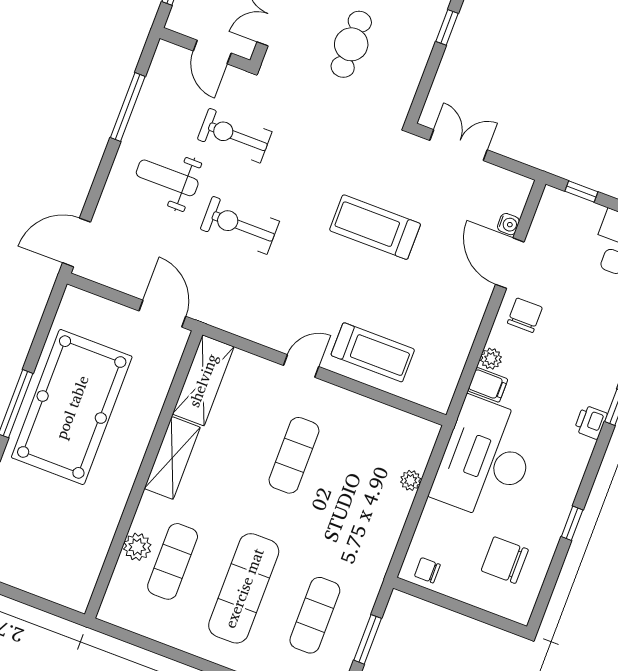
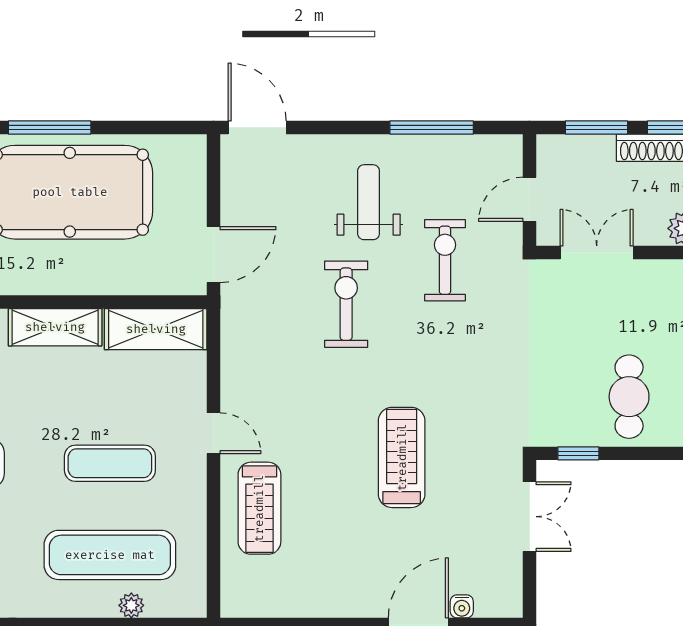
window: (447, 27) -> (578, 453), moved
cafe table: (351, 44) -> (629, 397), moved, turned 90
exercise mat: (365, 482) -> (110, 555), added

